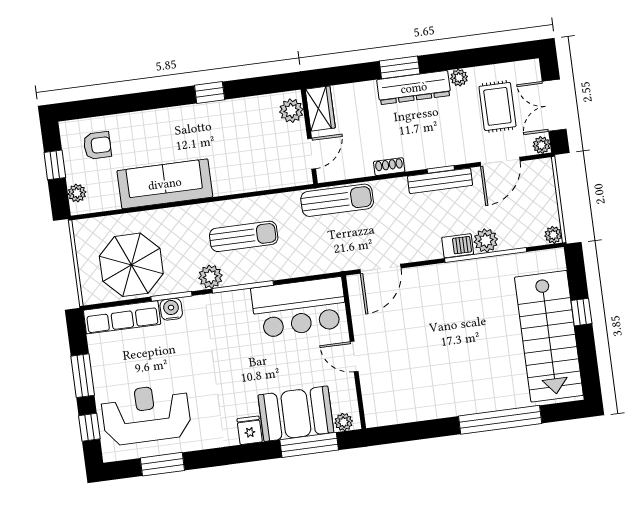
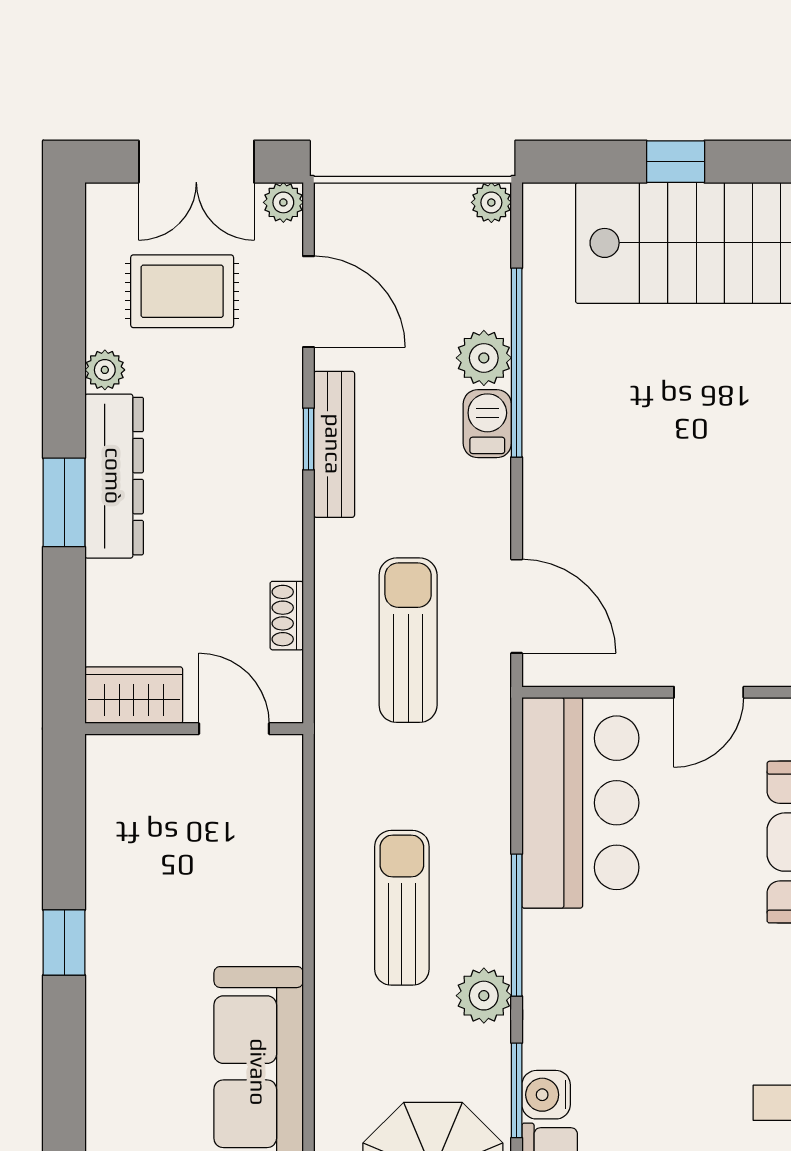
plant: (291, 111) -> (130, 762), removed
shoe rack: (389, 167) -> (287, 616), moved
sun lounger: (337, 200) -> (408, 640), moved

